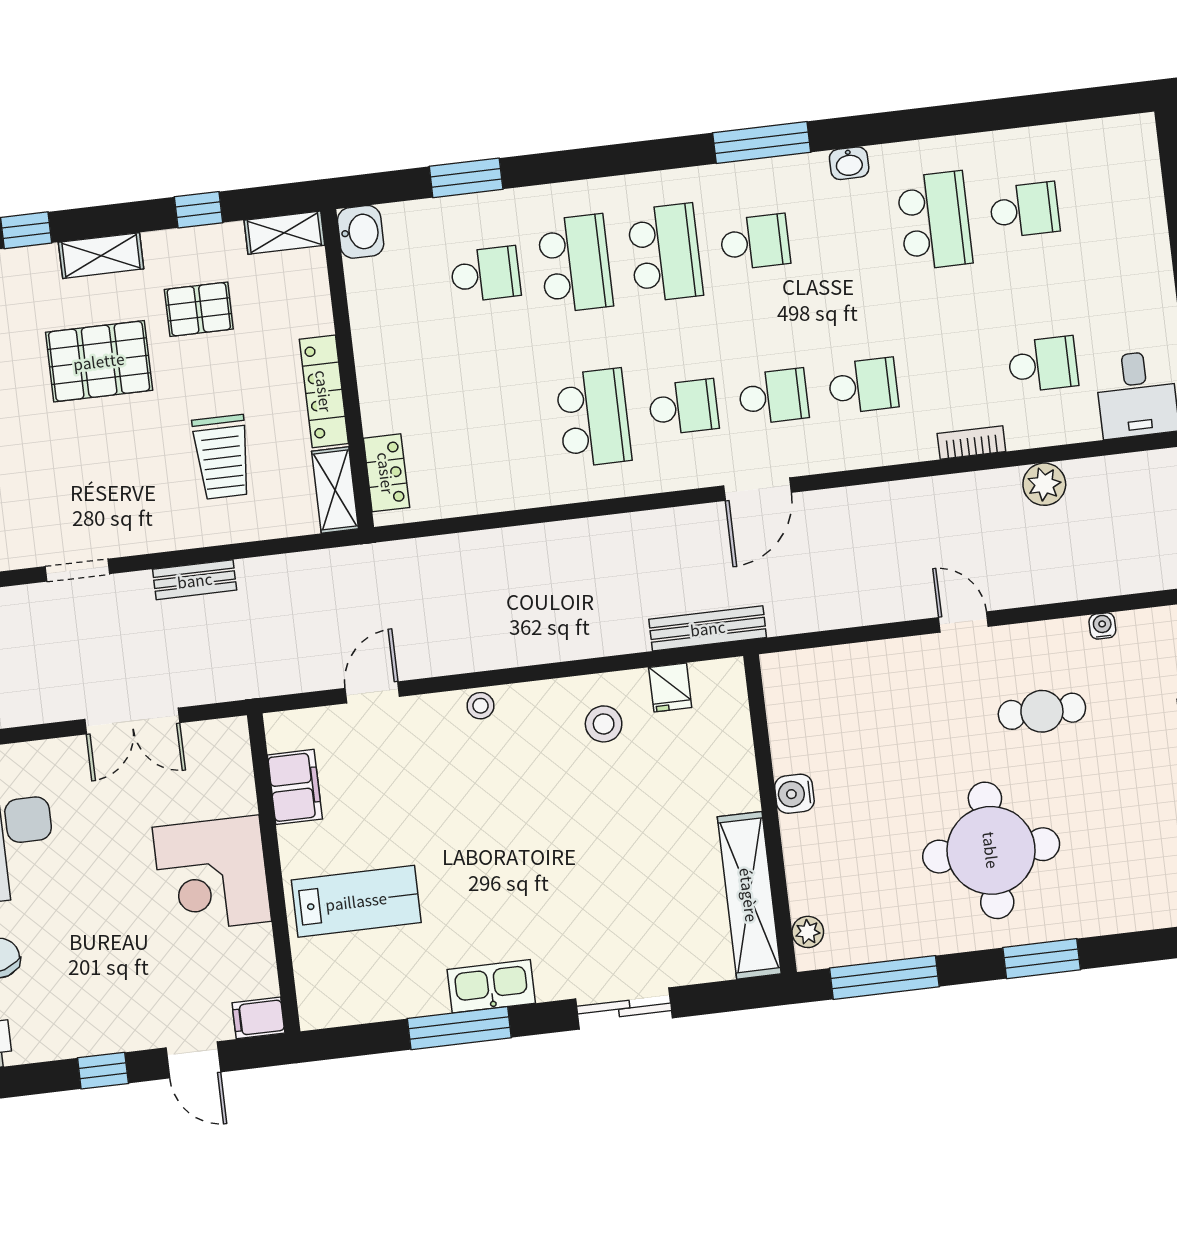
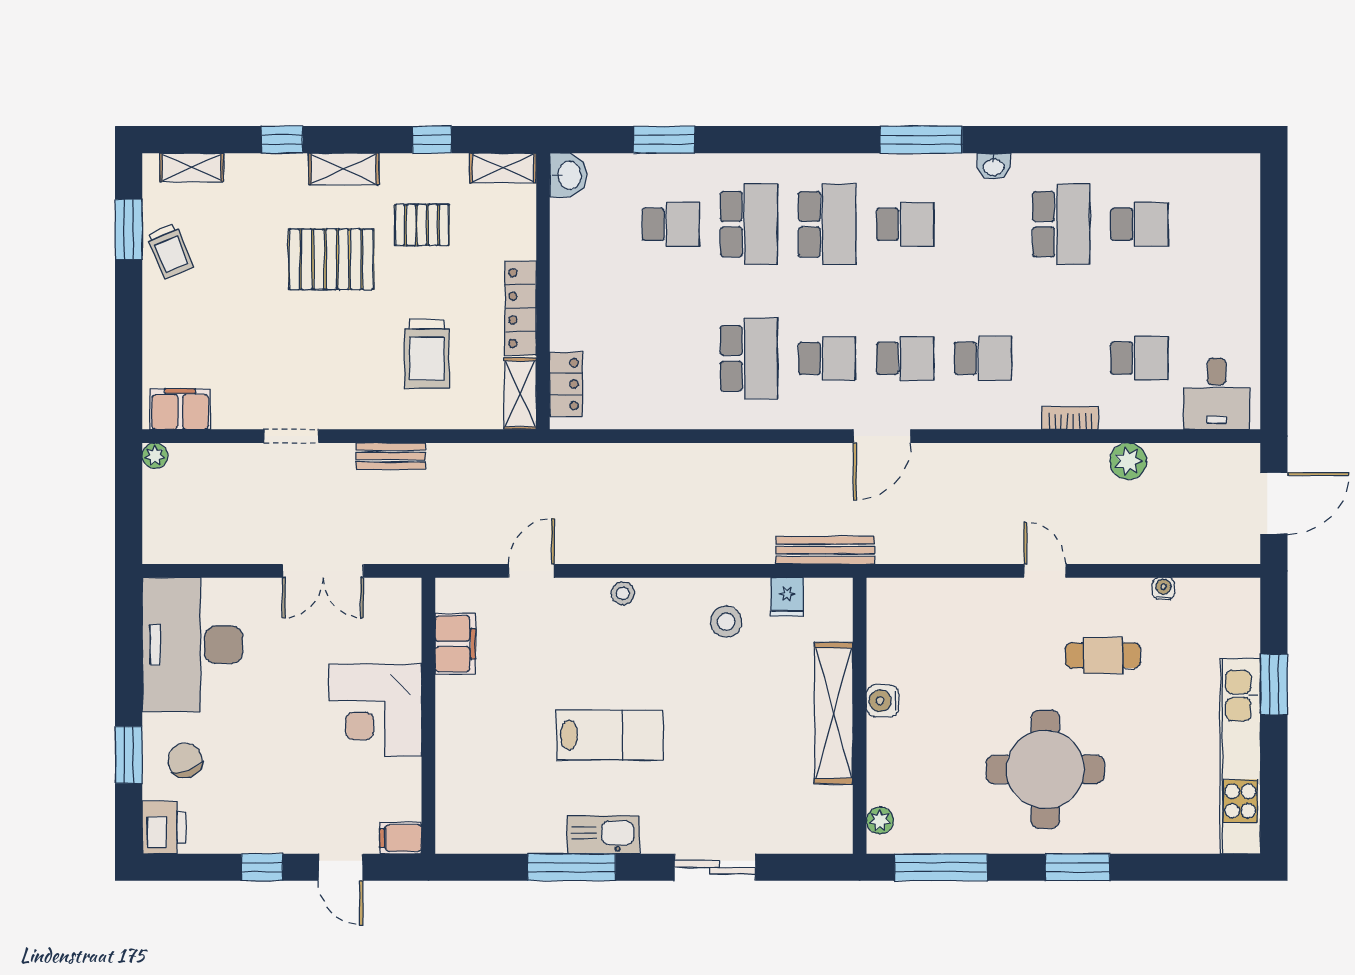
shelving: (749, 895) -> (834, 713), moved
lab bench: (356, 901) -> (610, 735), moved

